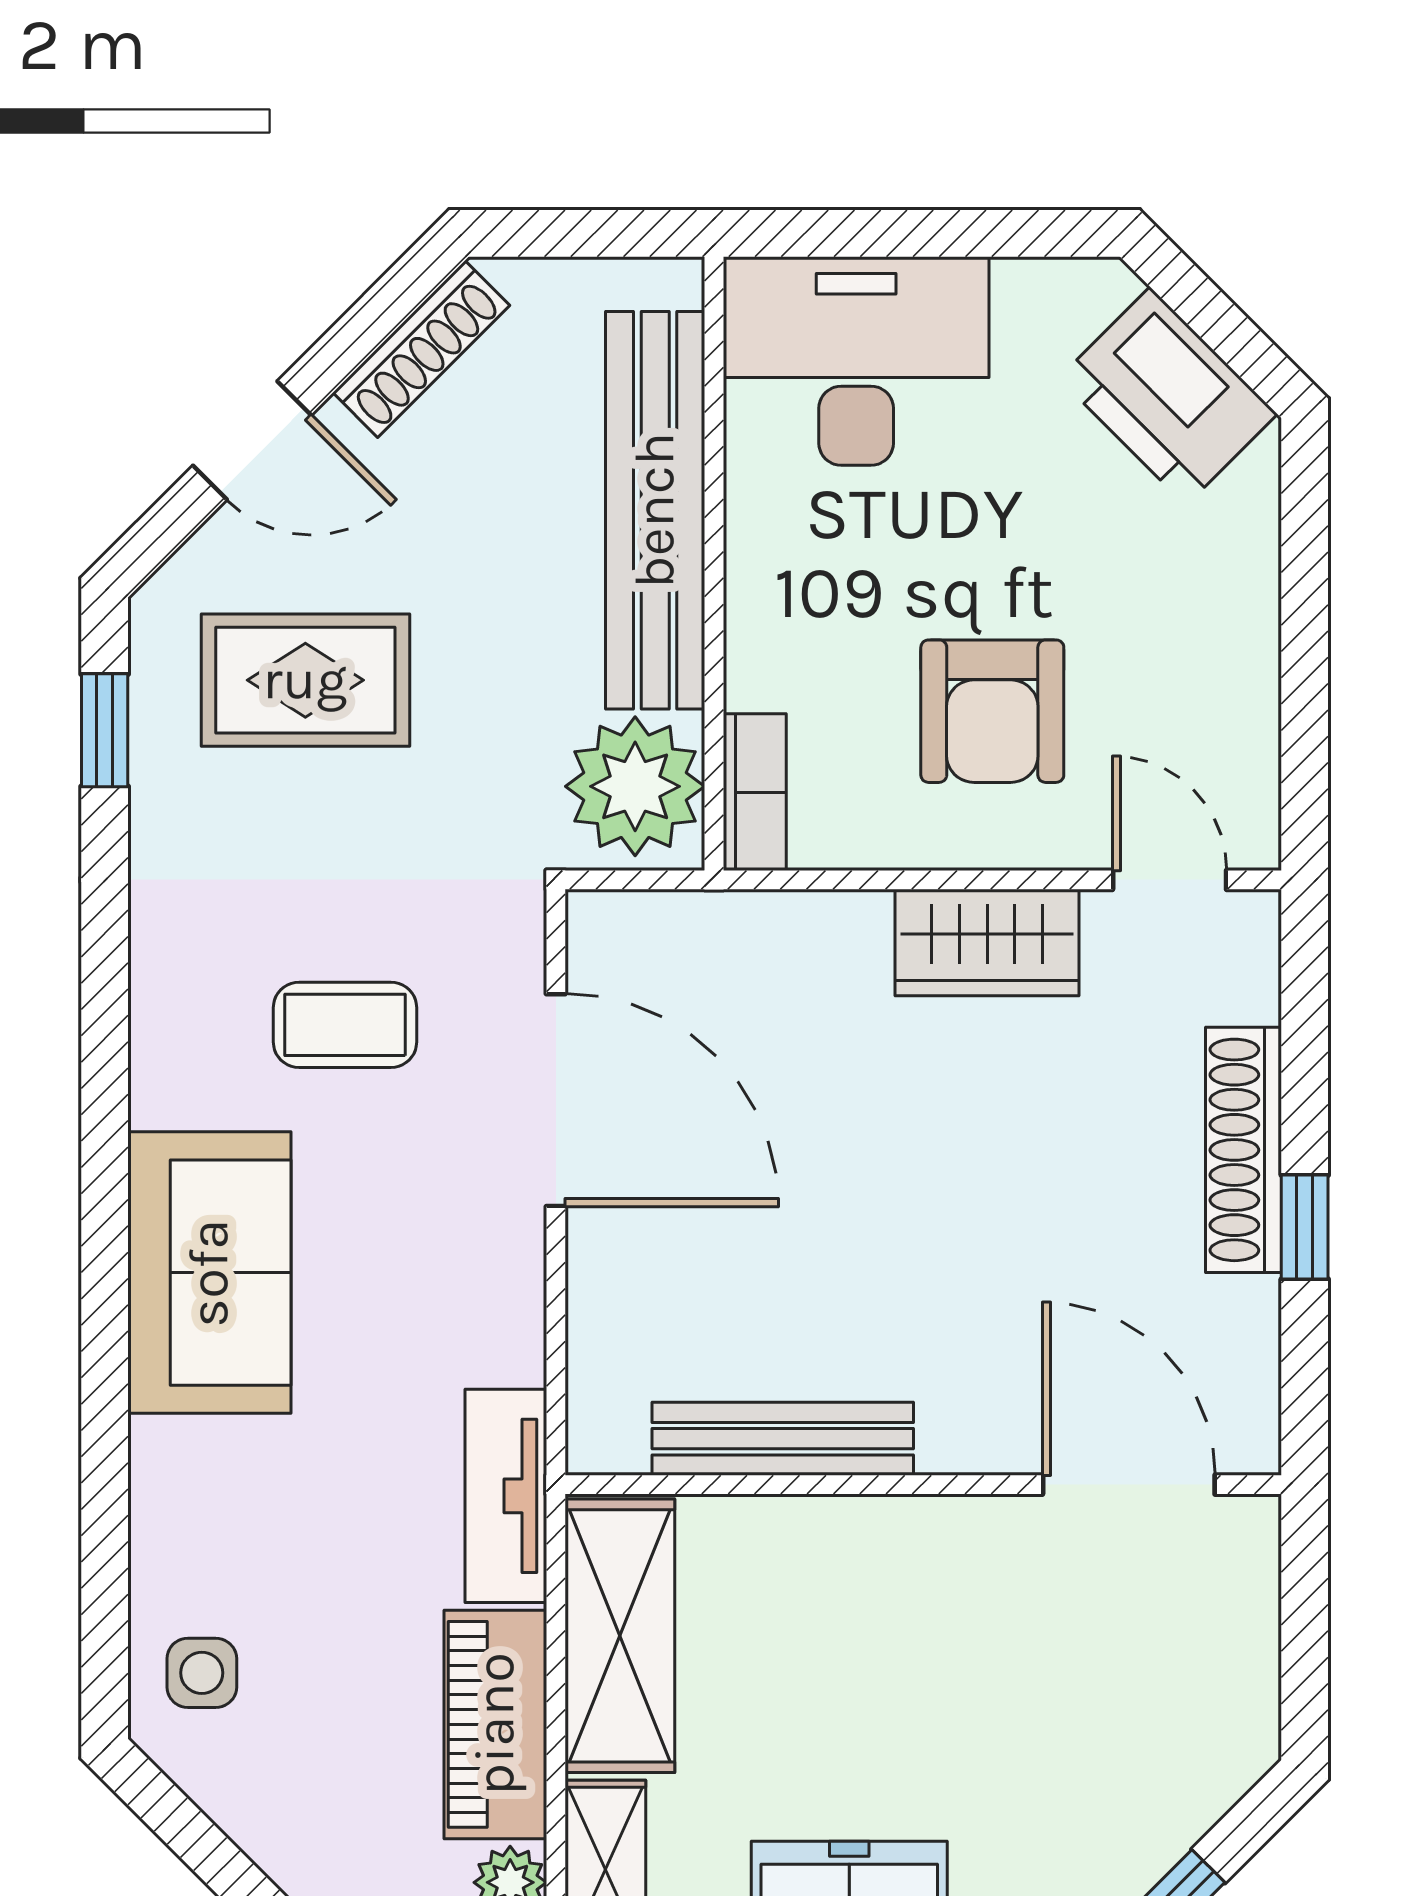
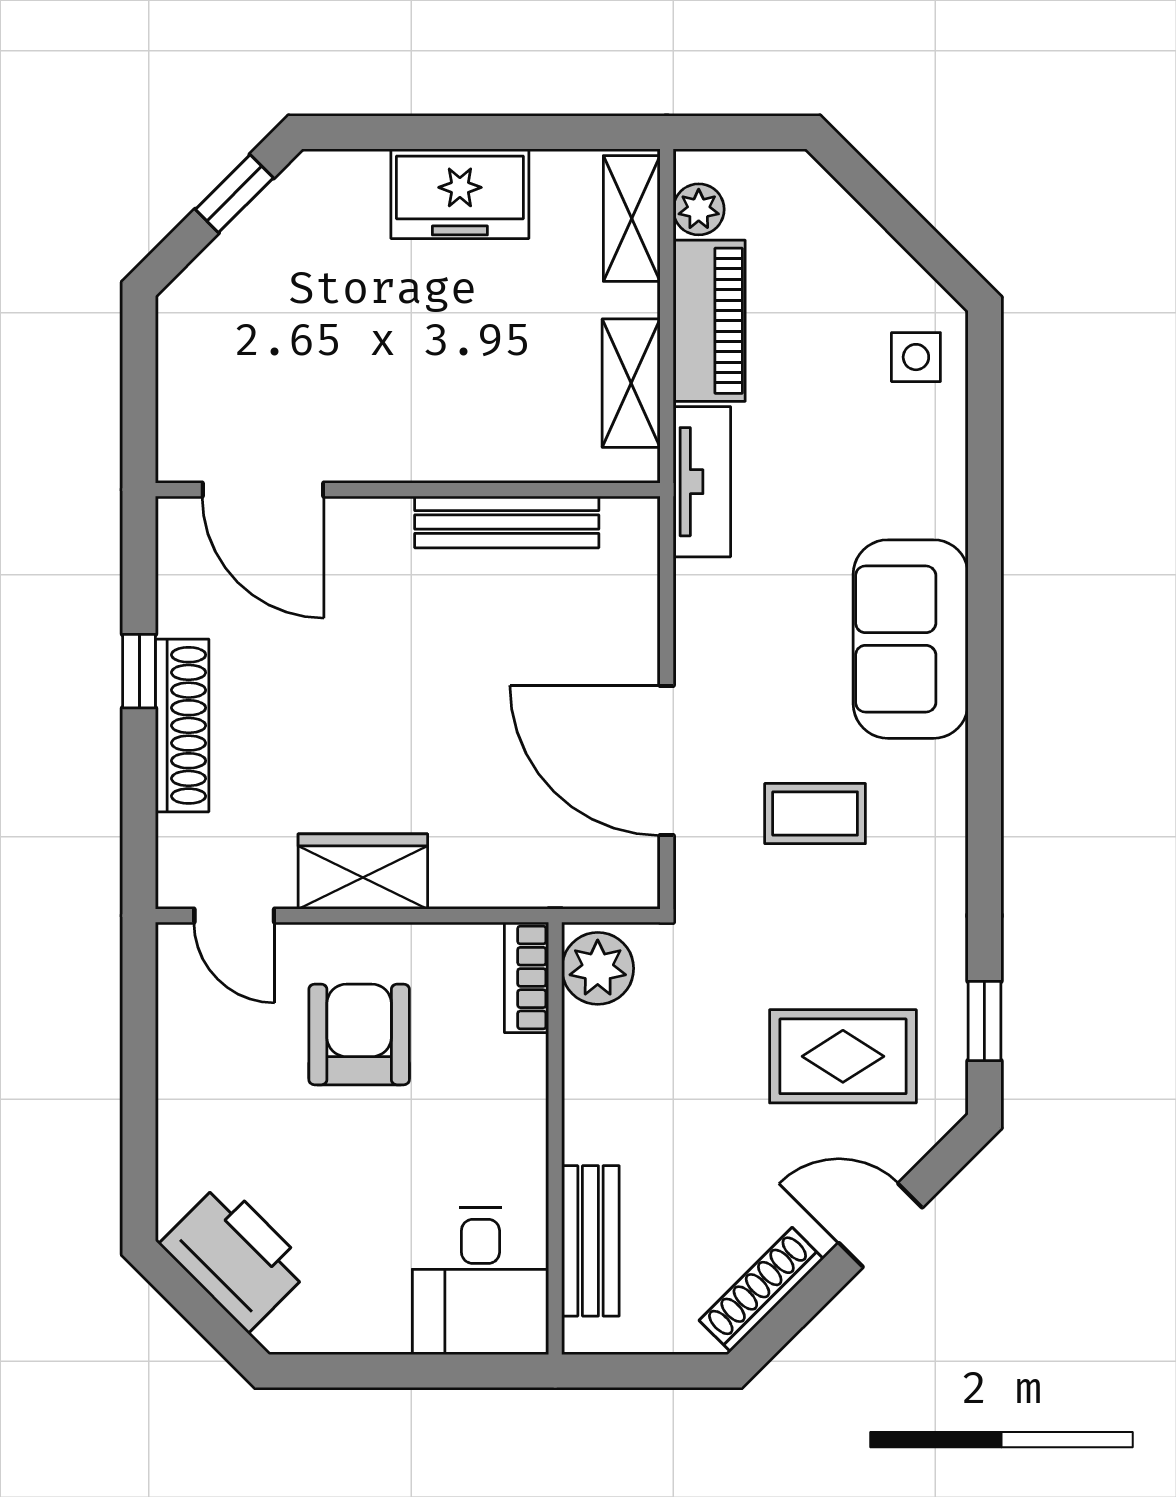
desk: (856, 361) -> (480, 1281), width x0.73
bench: (655, 510) -> (590, 1241), width x0.54, depth x0.82
plant: (635, 786) -> (598, 968), width x0.73, depth x0.73
shelving: (620, 1636) -> (631, 383), width x0.67, depth x0.75

